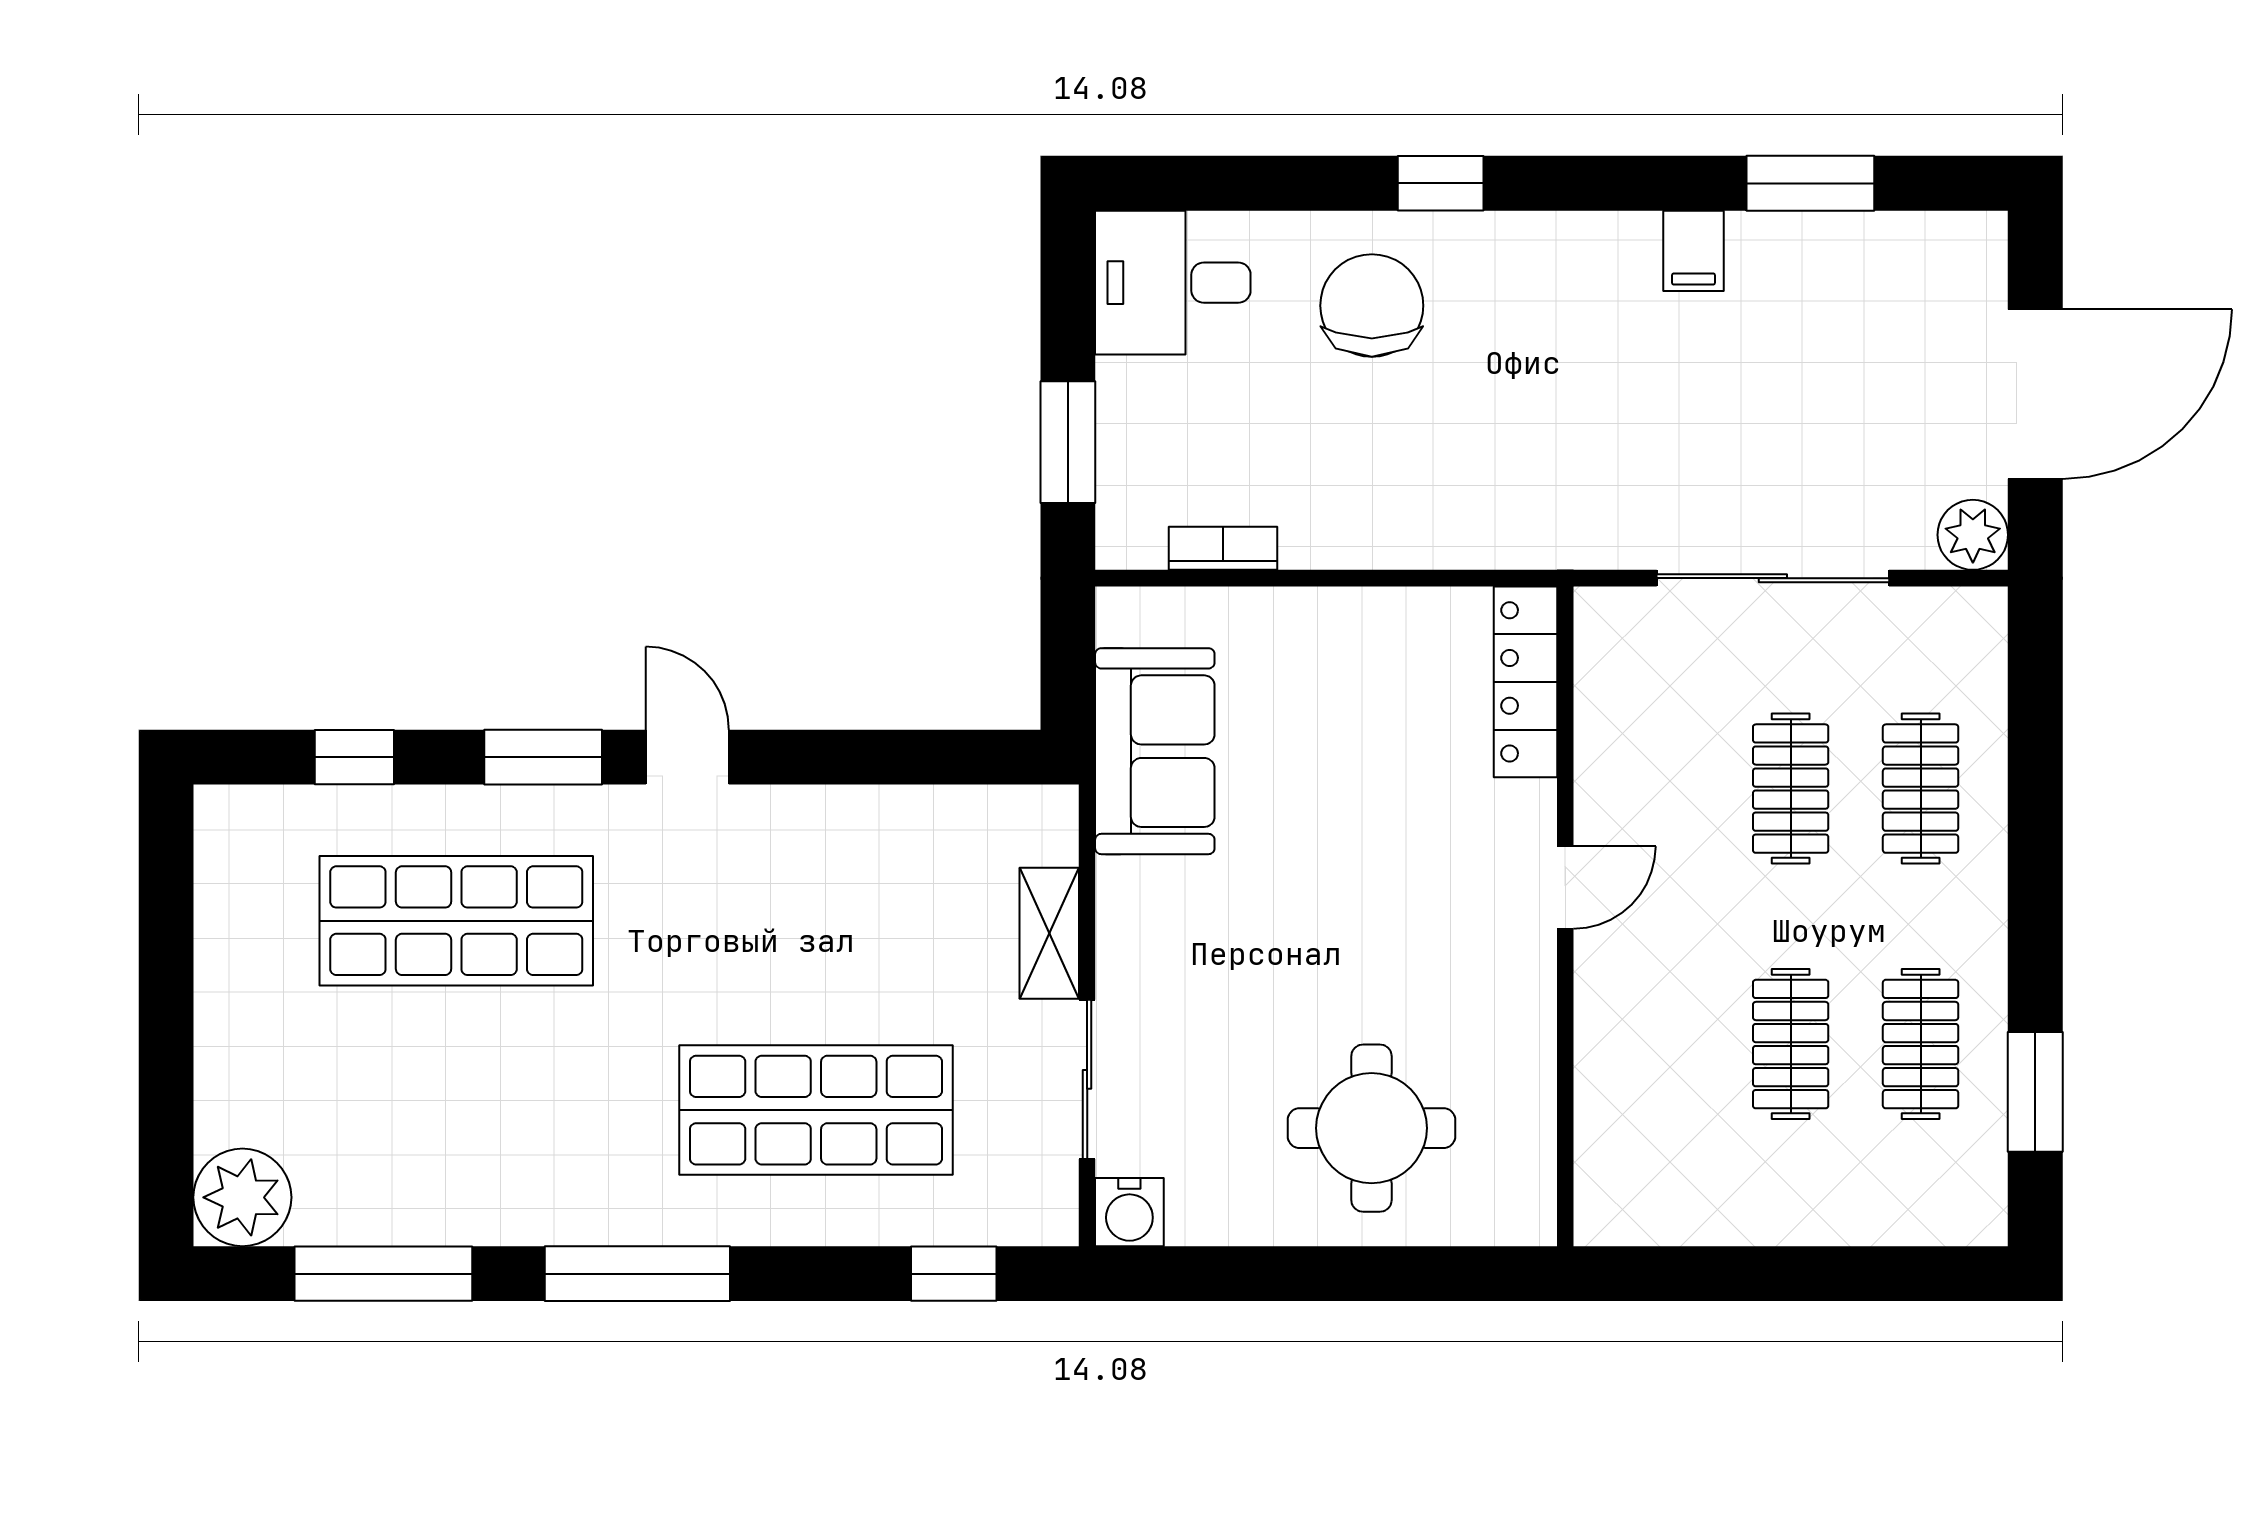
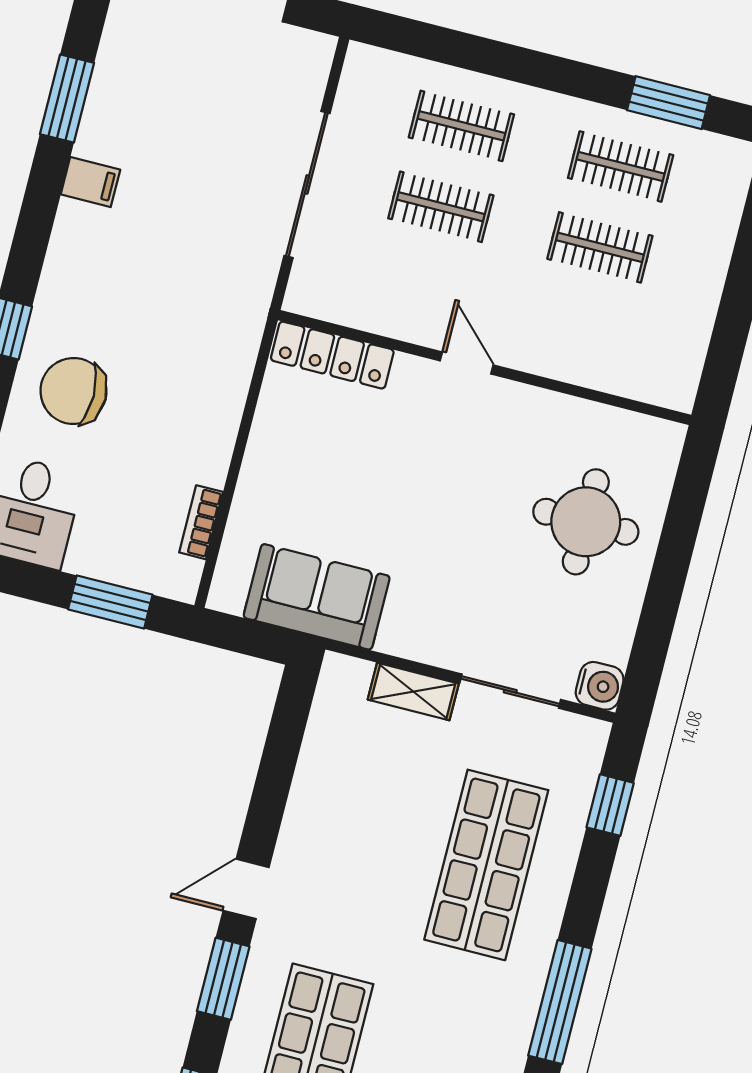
plant: (1973, 535) -> (312, 53), removed

